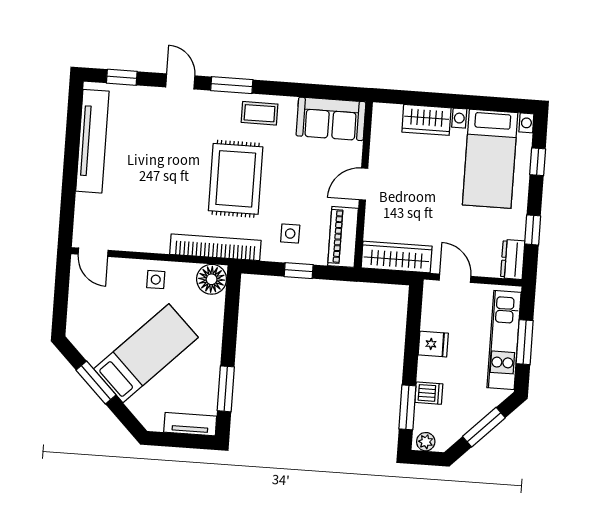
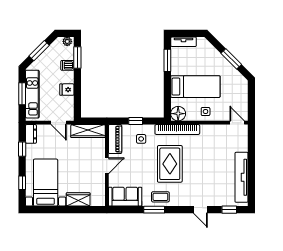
window: (232, 85) -> (154, 210), moved
bed: (146, 353) -> (195, 87), moved, turned -135

